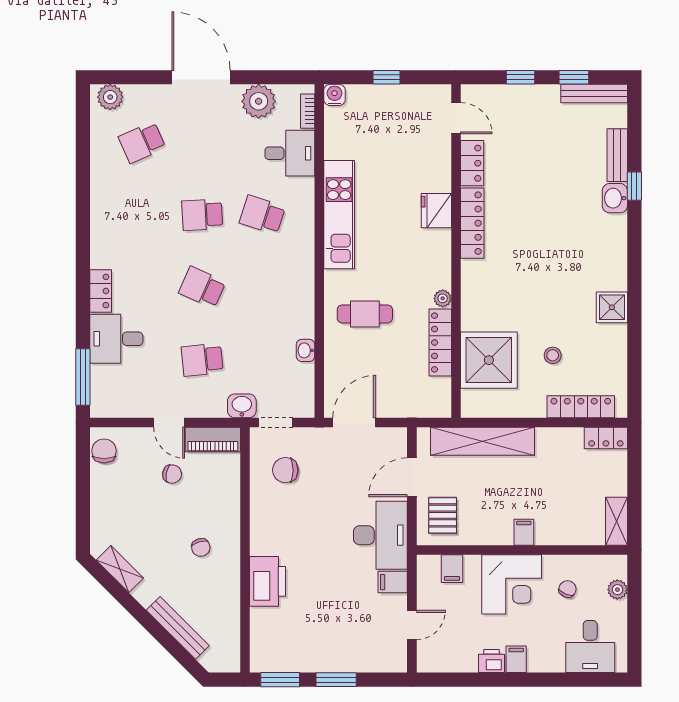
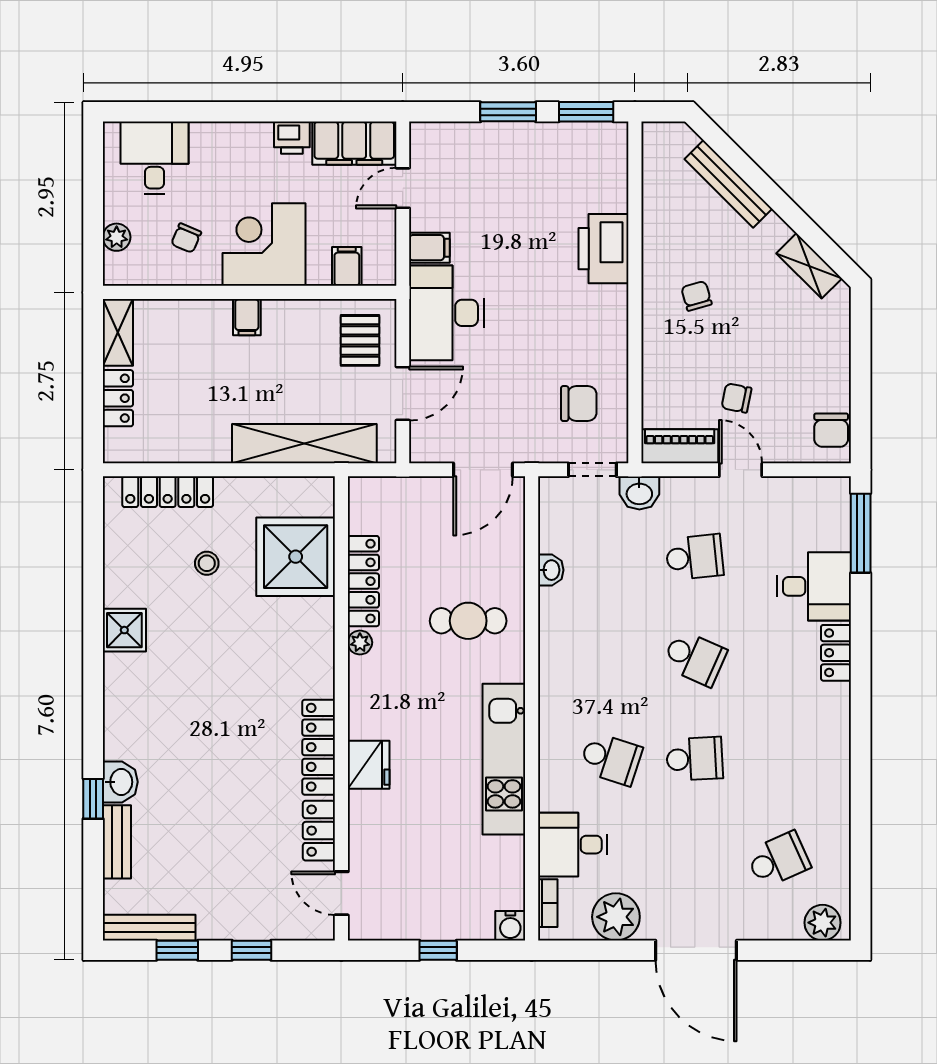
locker: (606, 438) -> (118, 398), moved, turned 90
filing cabinet: (516, 659) -> (354, 143), moved, width x3.00, depth x1.17

